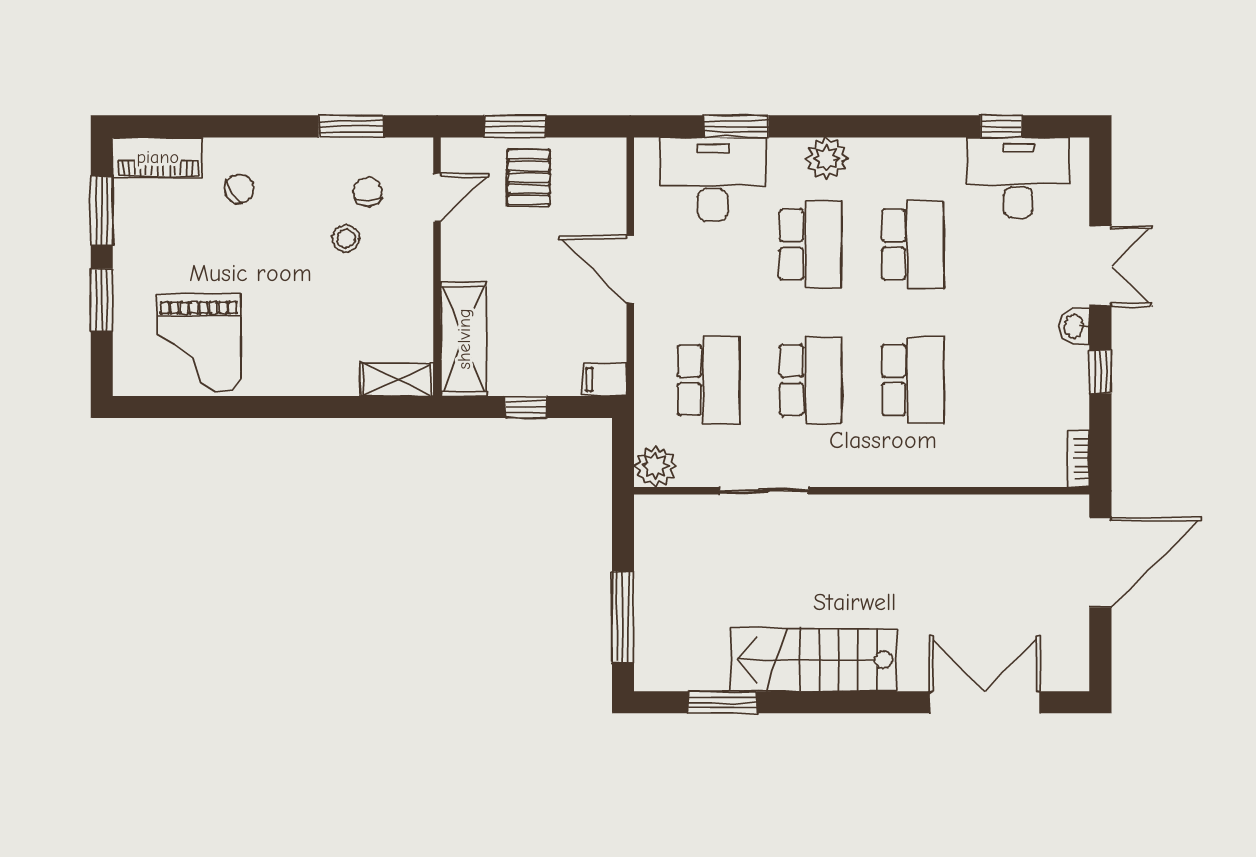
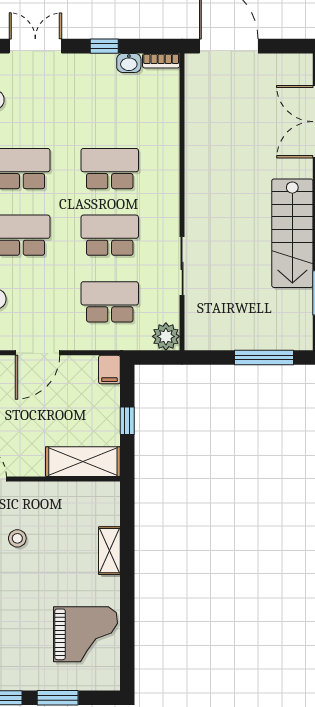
washbasin: (1075, 326) -> (129, 63), moved
shelving: (397, 380) -> (109, 551), moved

